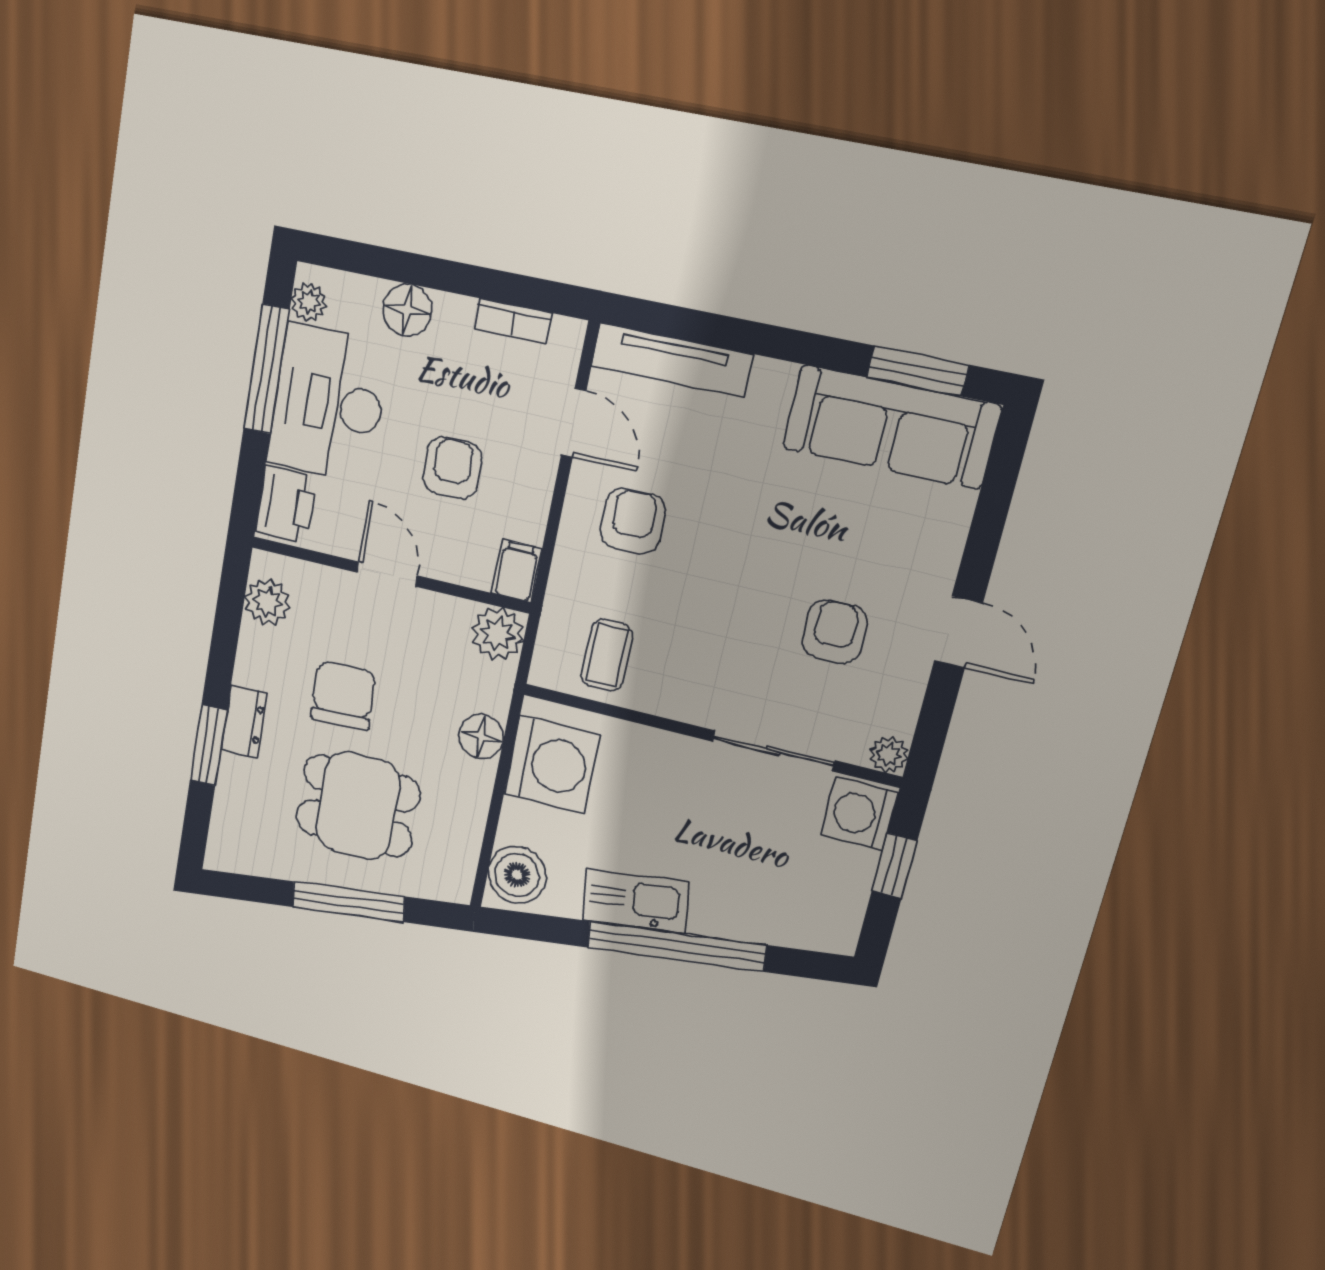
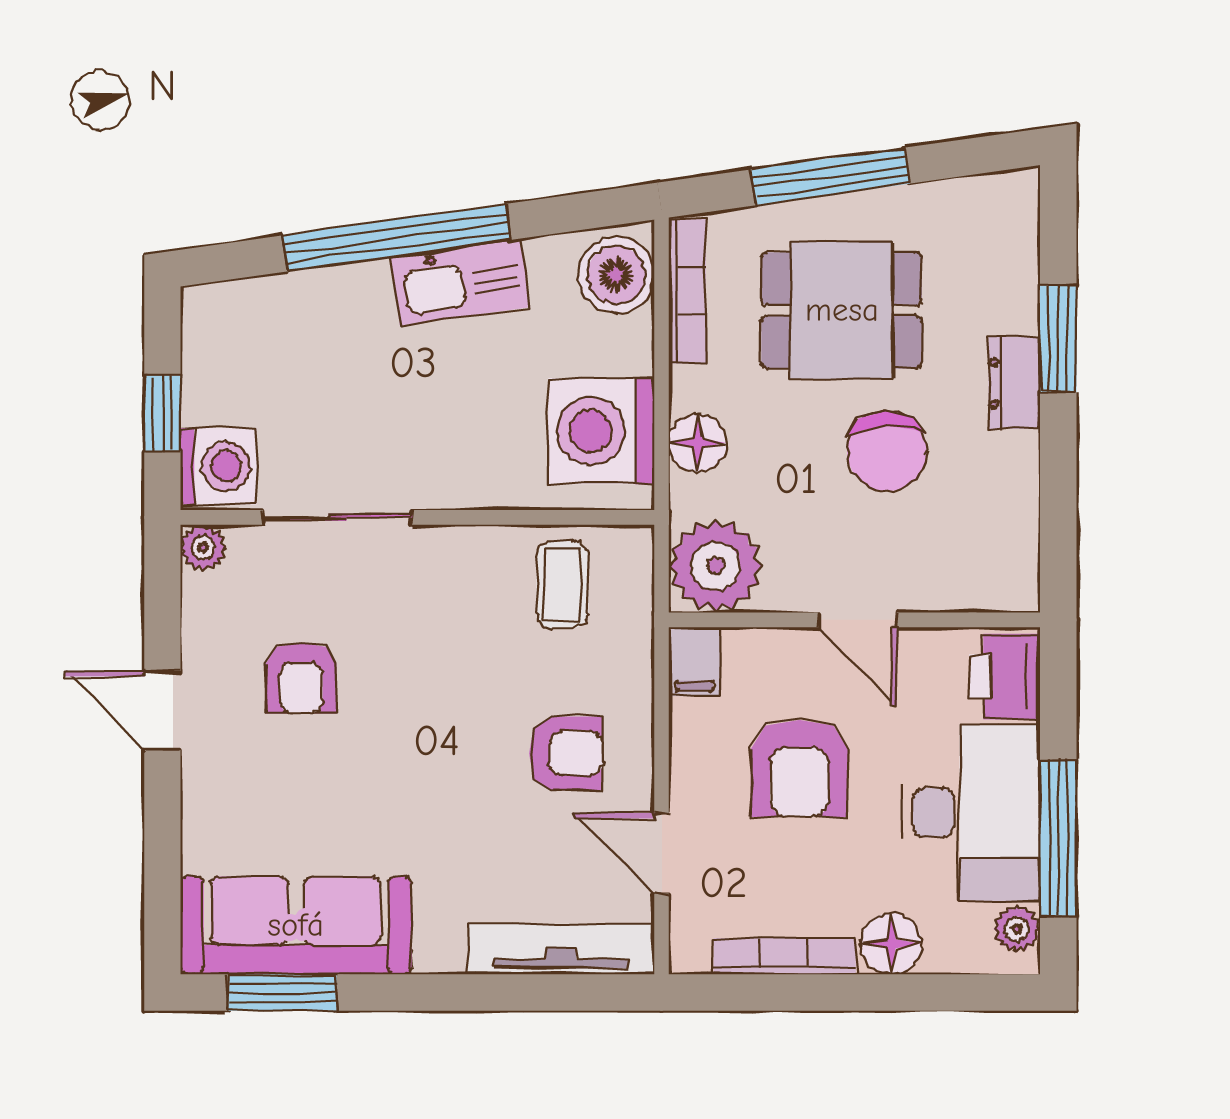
bookcase: (513, 321) -> (785, 956), width x1.56
armchair: (452, 468) -> (799, 768), width x1.38, depth x1.38
armchair: (633, 521) -> (566, 753), turned -89
plant: (267, 602) -> (1009, 548), removed
plant: (498, 634) -> (715, 566), width x1.36, depth x1.36
bookcase: (467, 849) -> (687, 291), added

